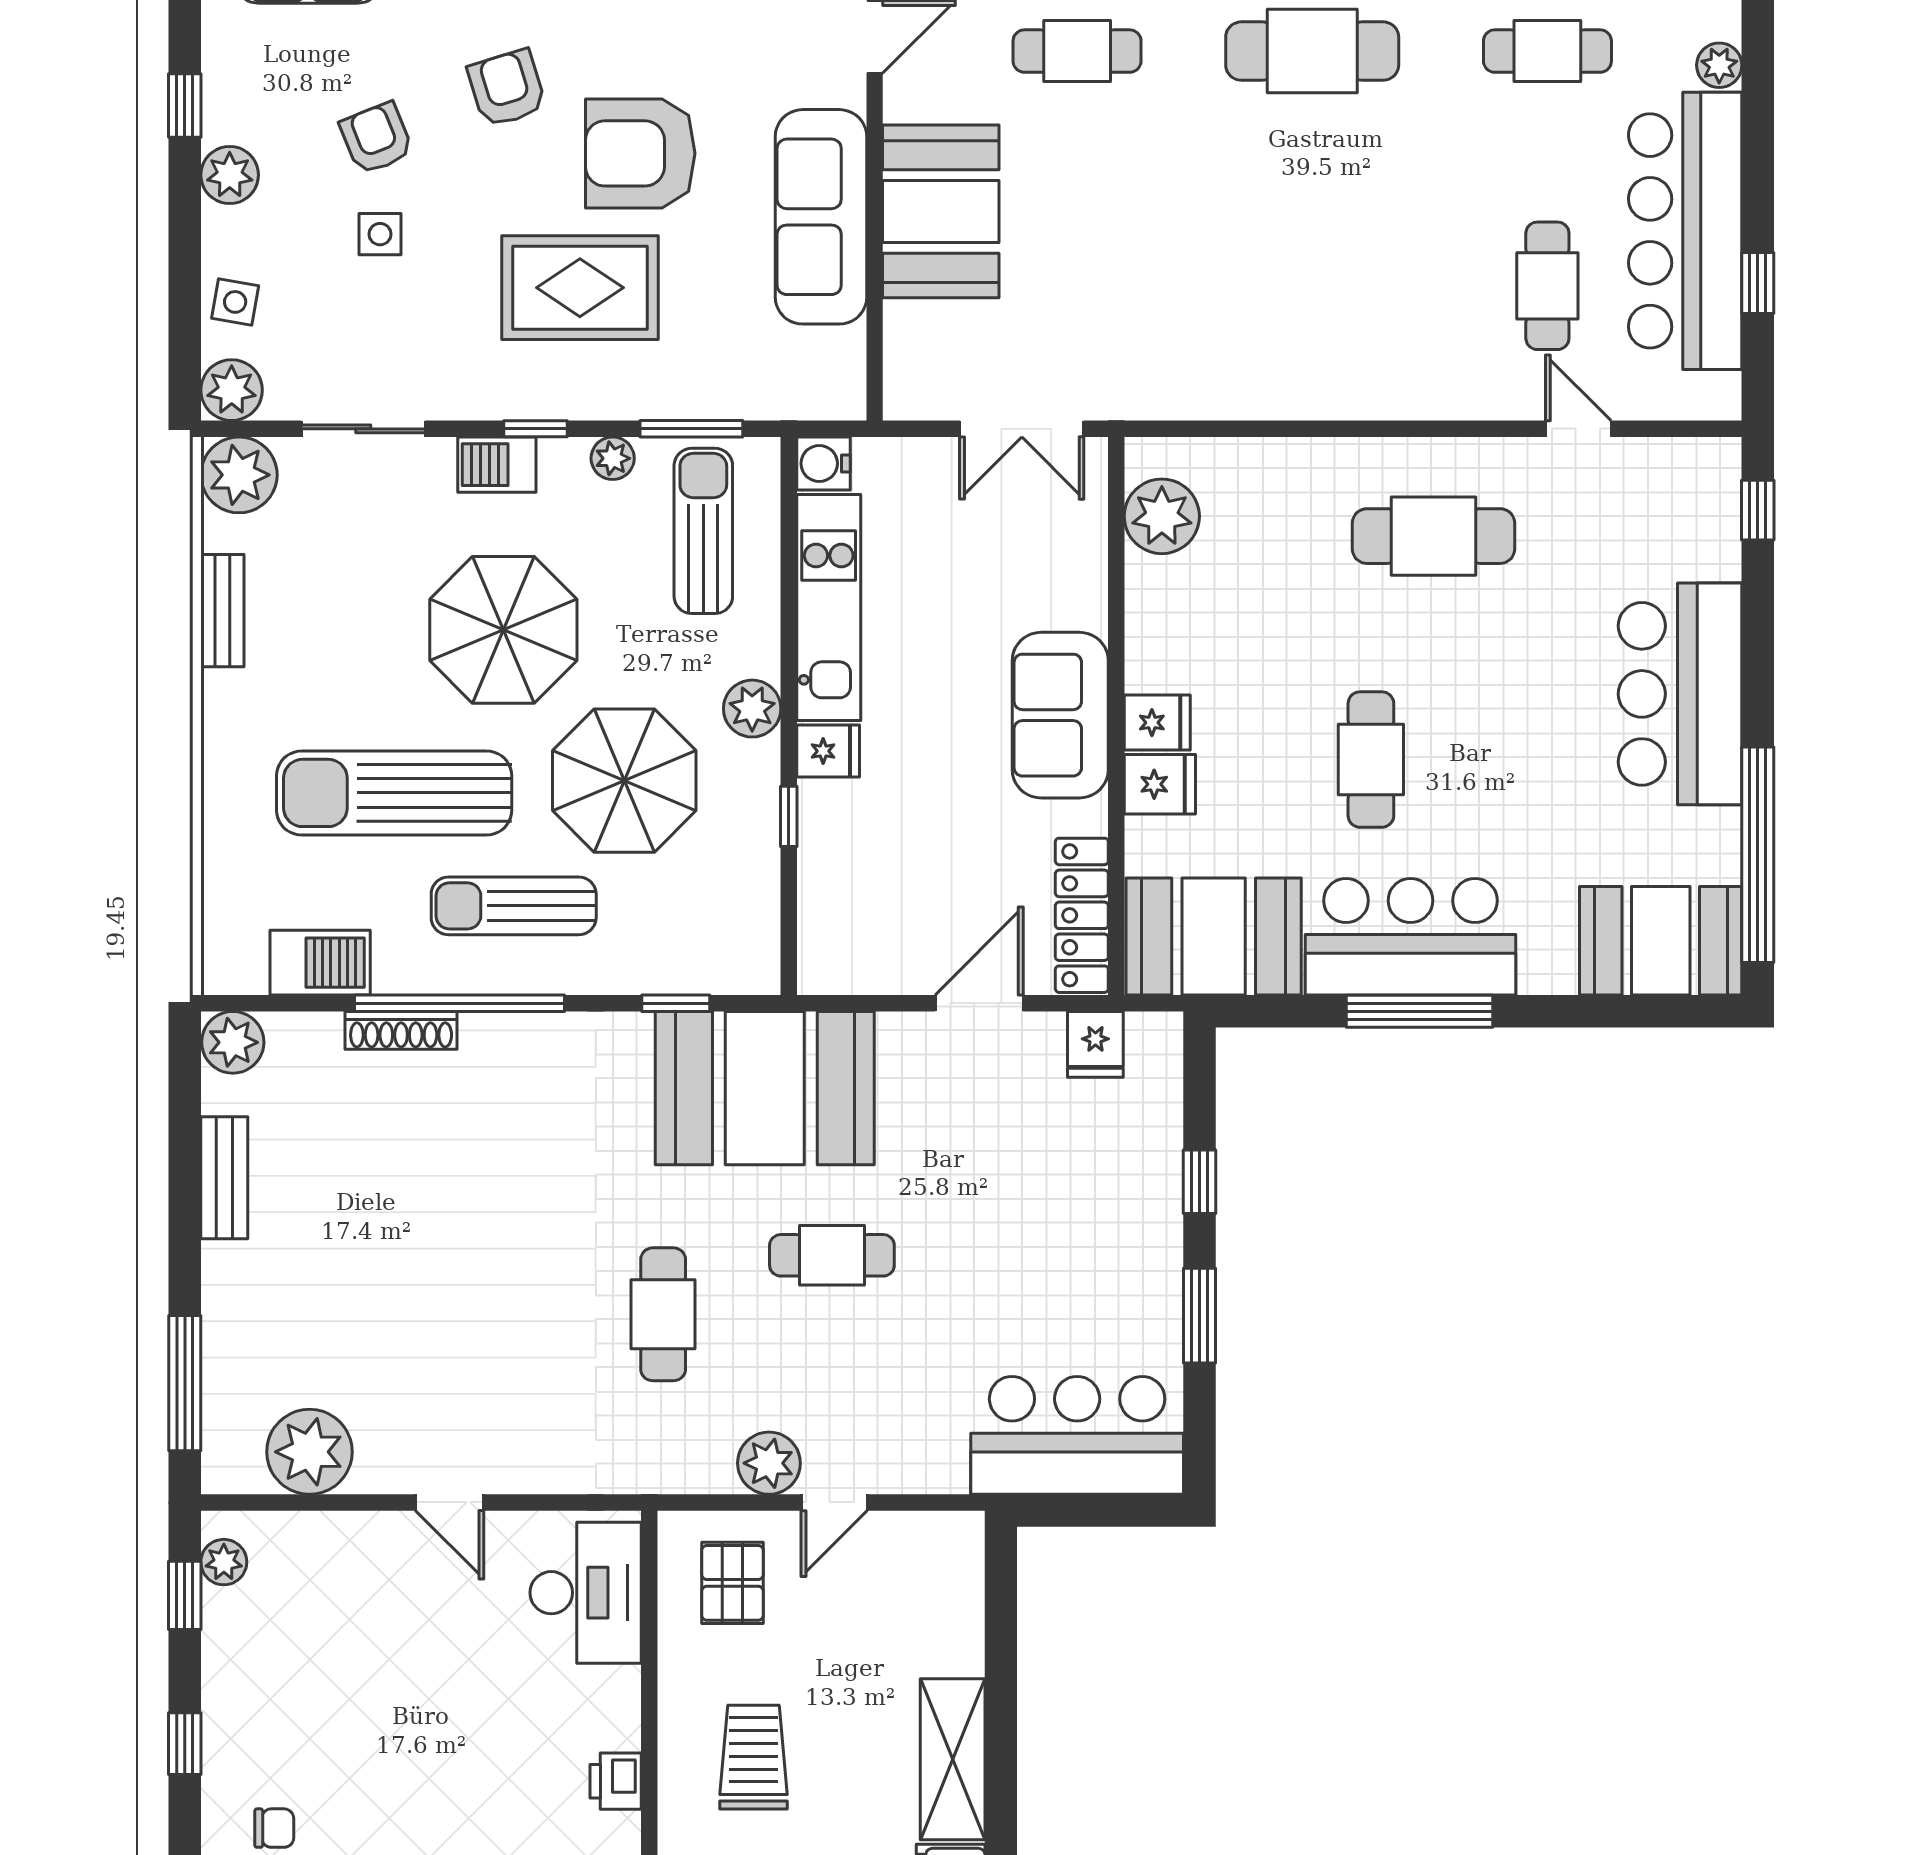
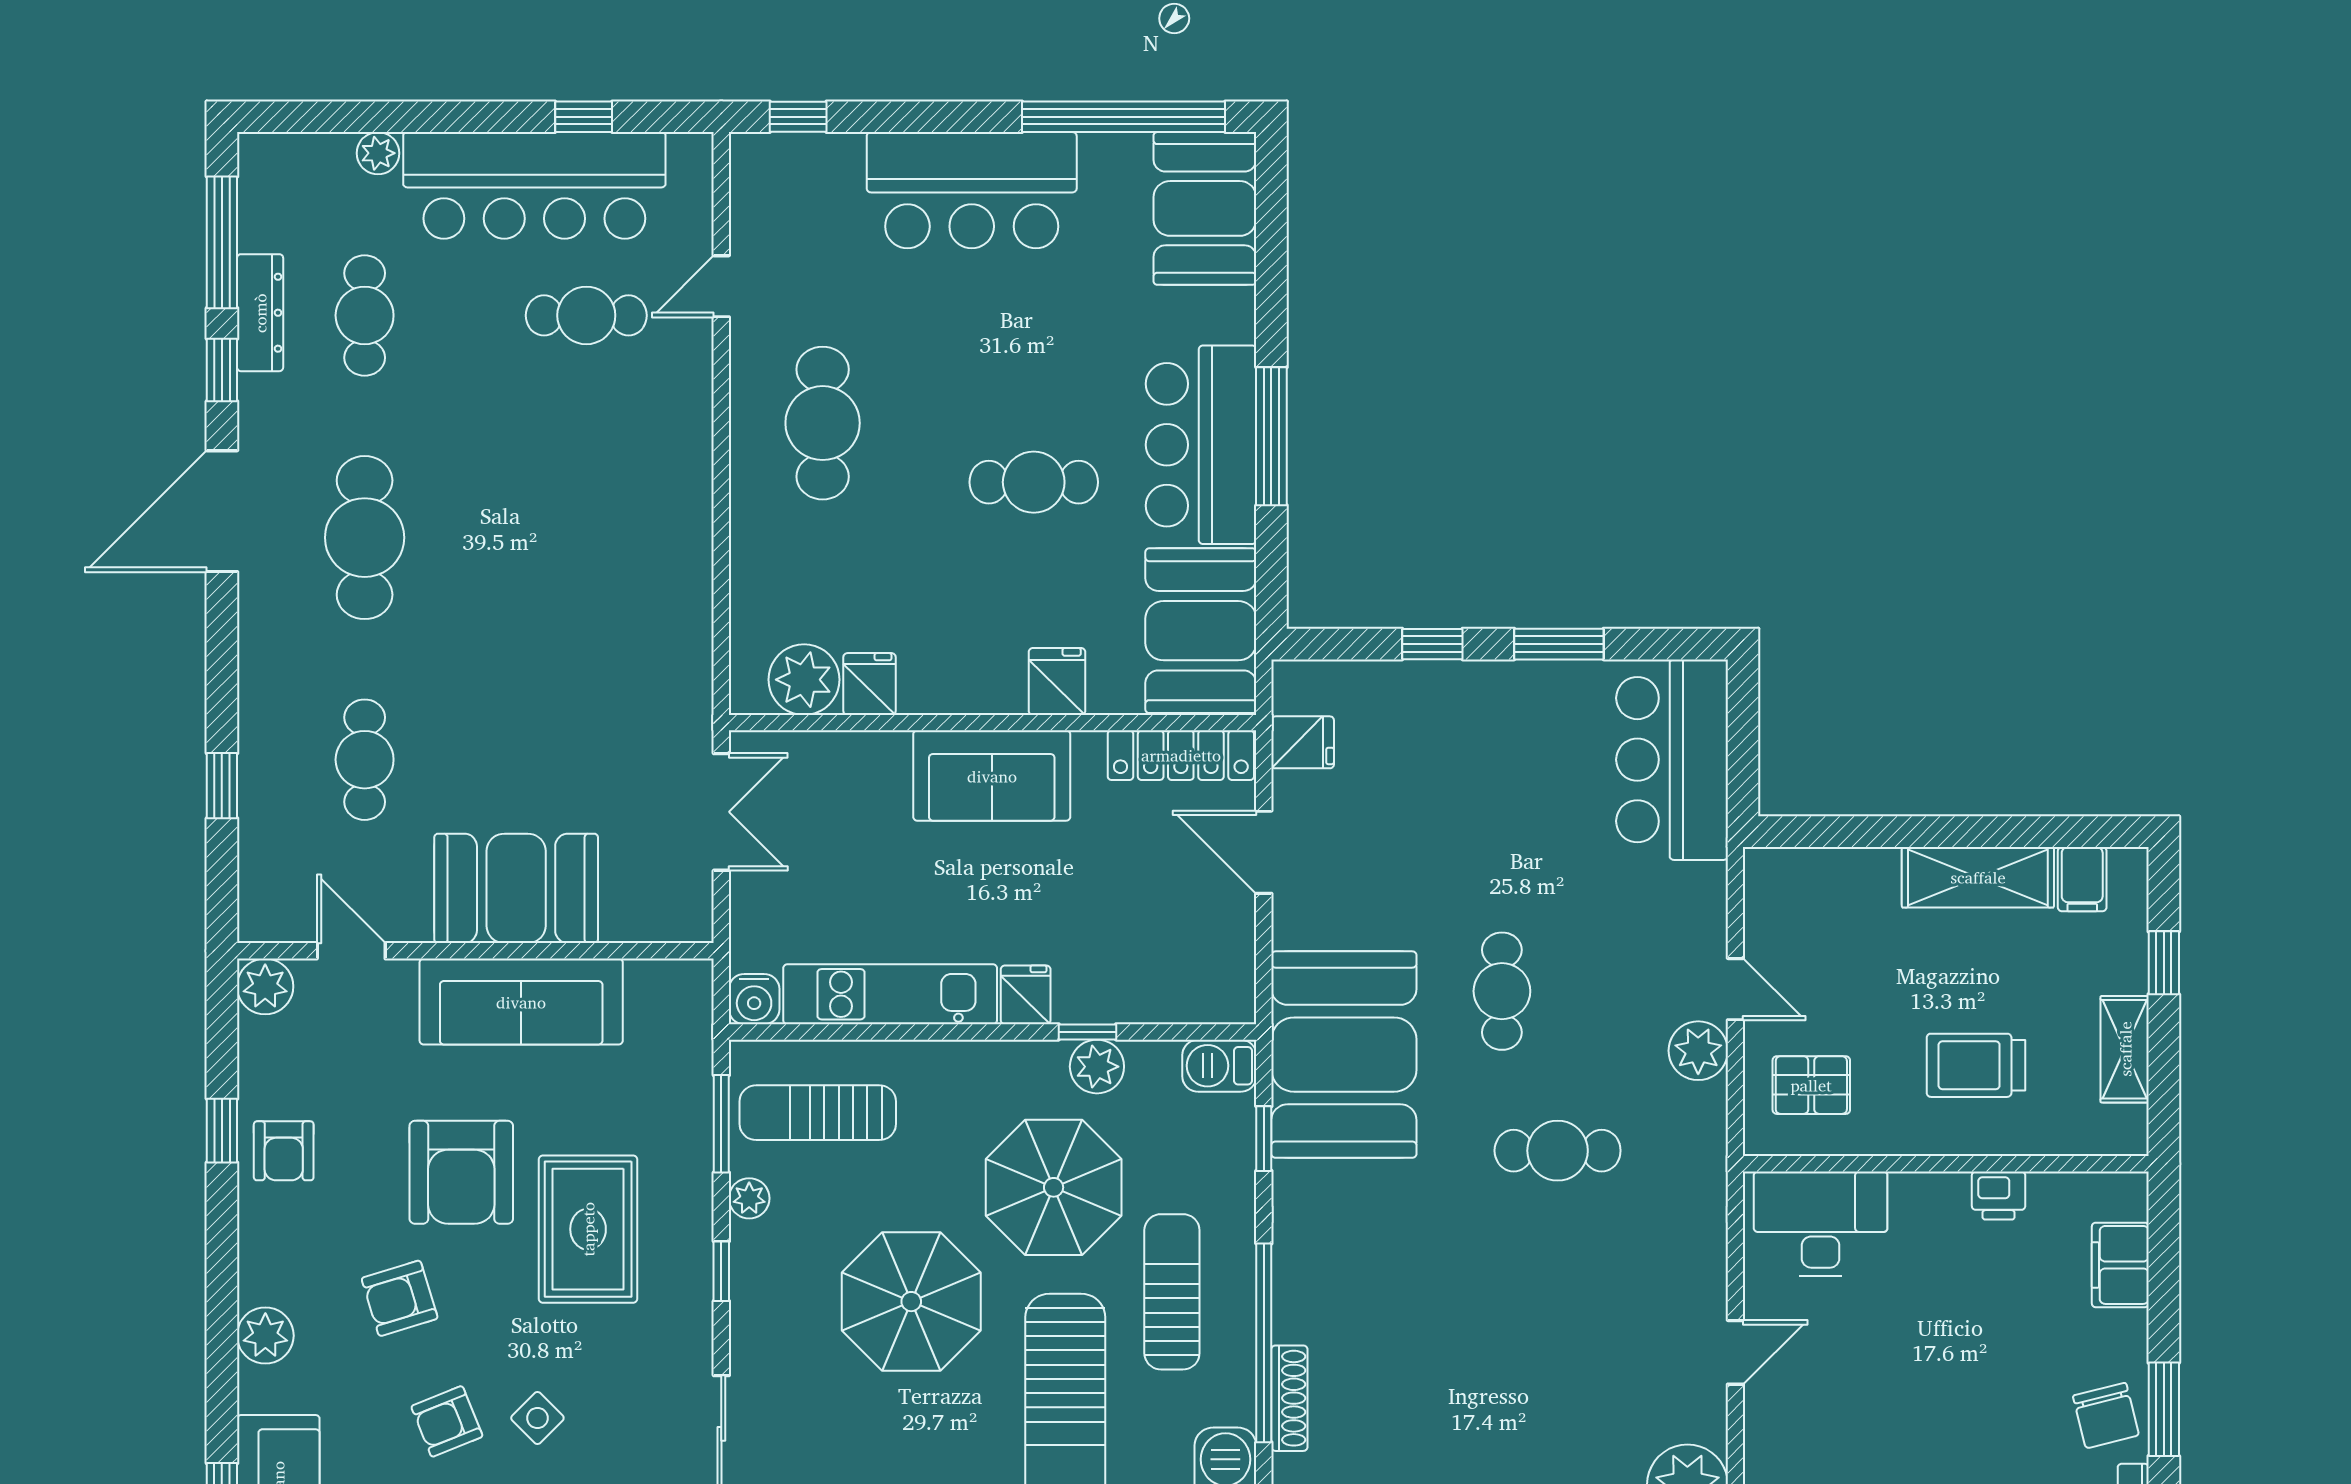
side table: (380, 234) -> (537, 1418), turned 45
barbecue: (497, 465) -> (1219, 1066), moved, turned 90
plant: (752, 709) -> (1097, 1067), moved
fridge: (1157, 723) -> (869, 684), moved
sun lounger: (514, 906) -> (1172, 1292), turned 180

